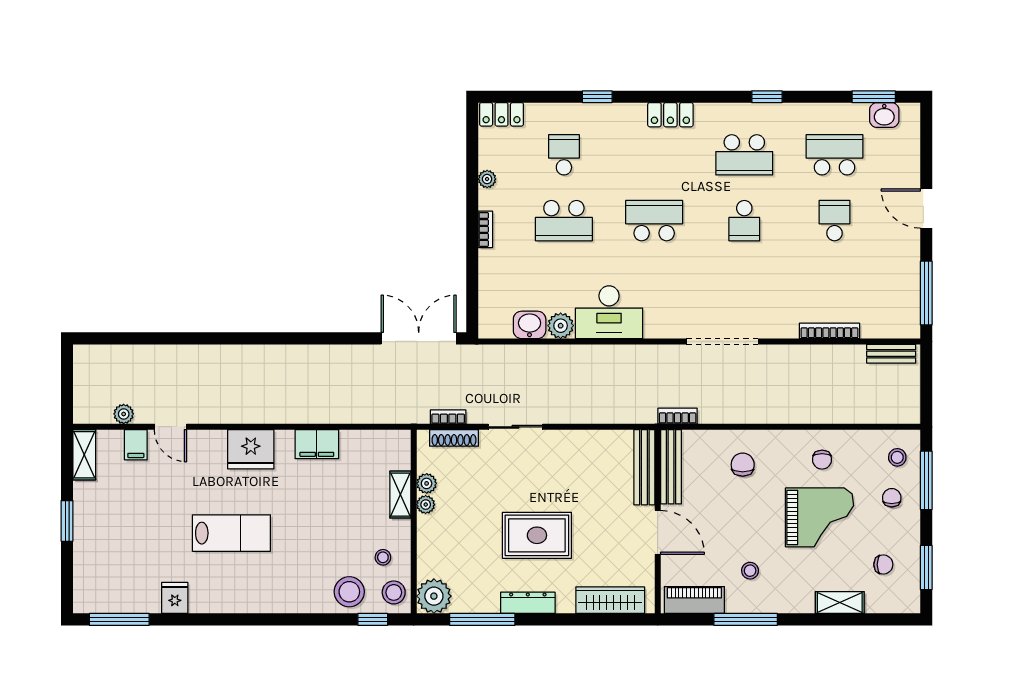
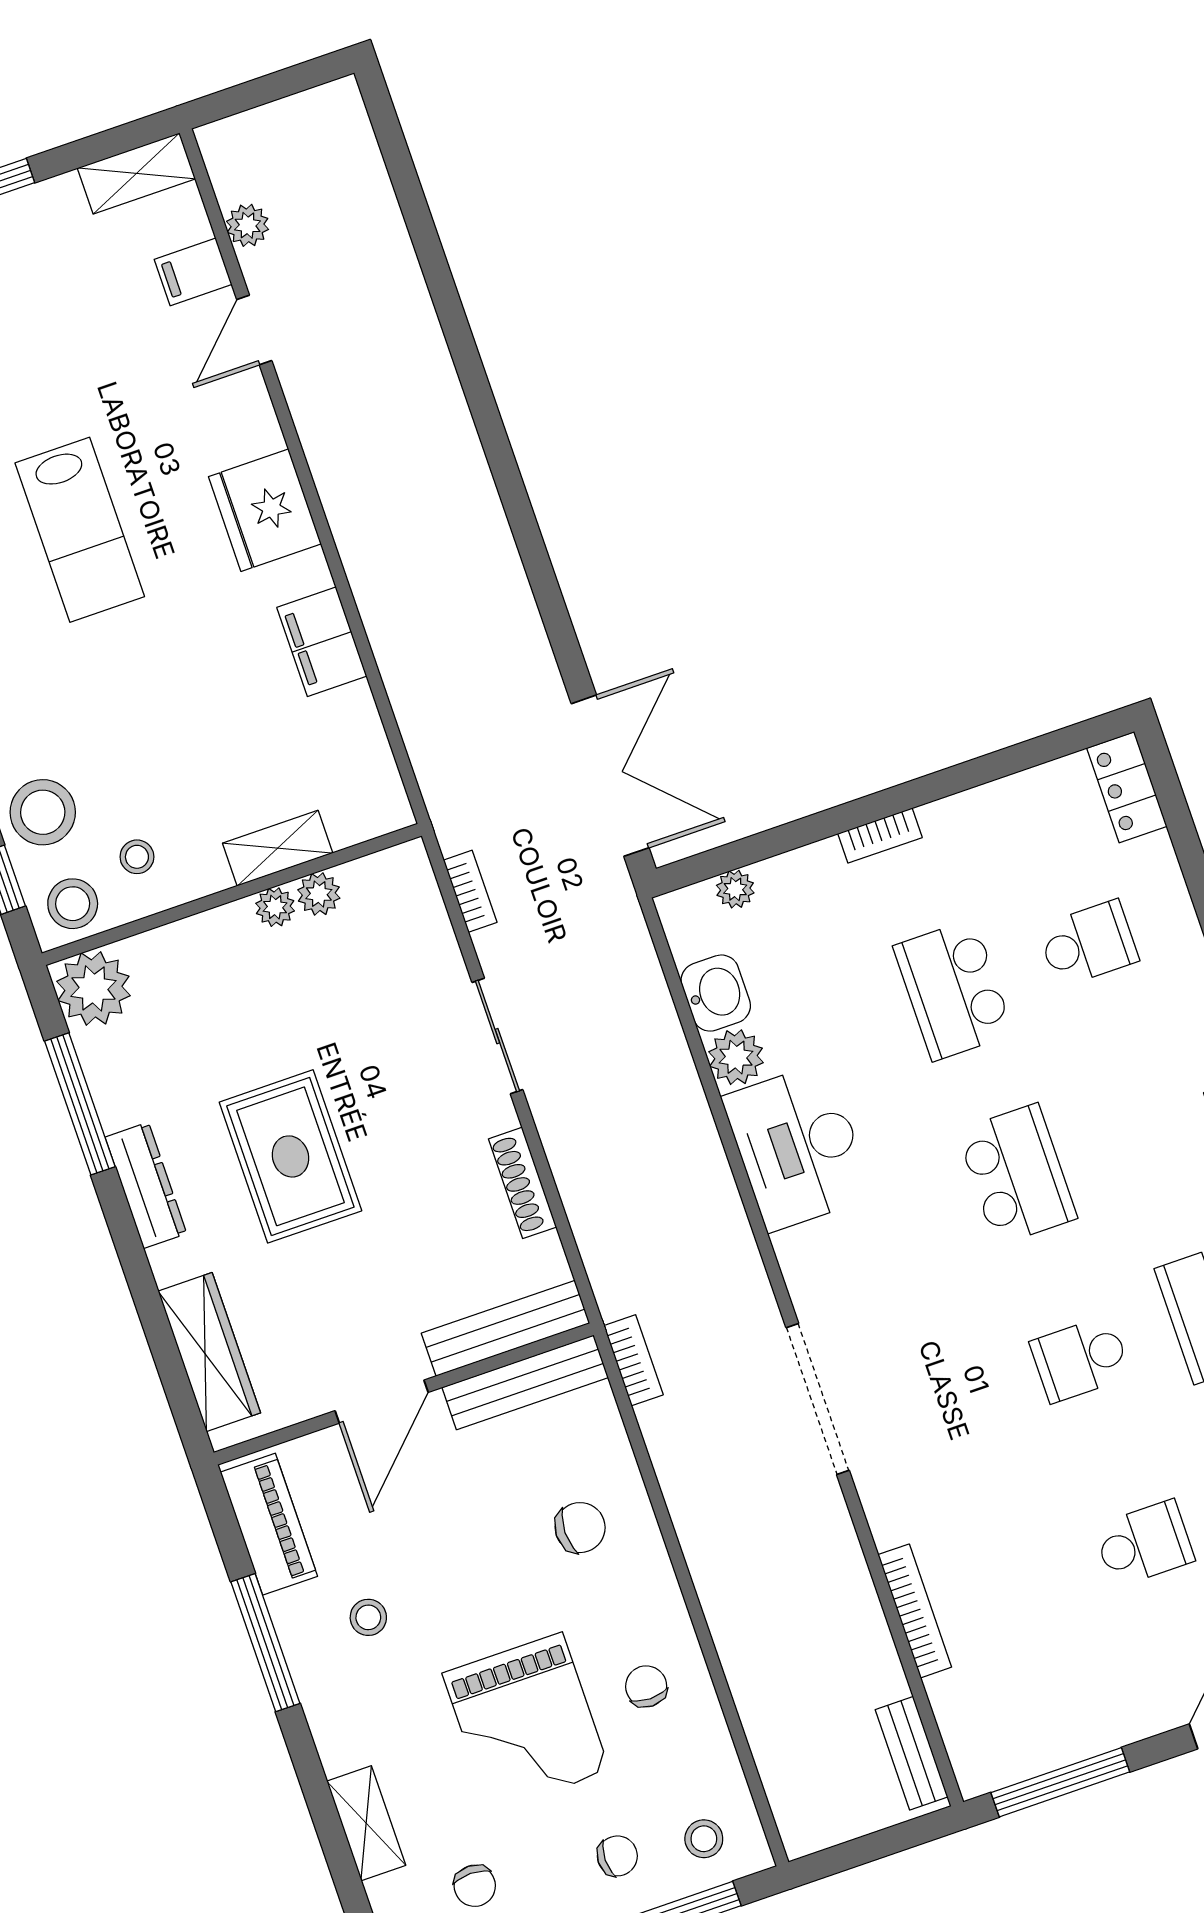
plant: (487, 179) -> (735, 889), moved
shoe rack: (454, 438) -> (522, 1183), moved
chair: (822, 460) -> (646, 1686), turned 90

